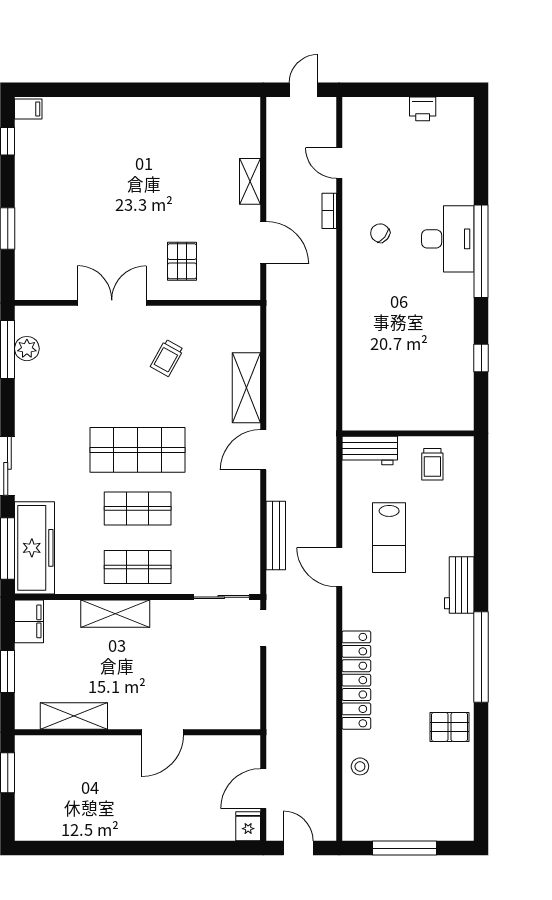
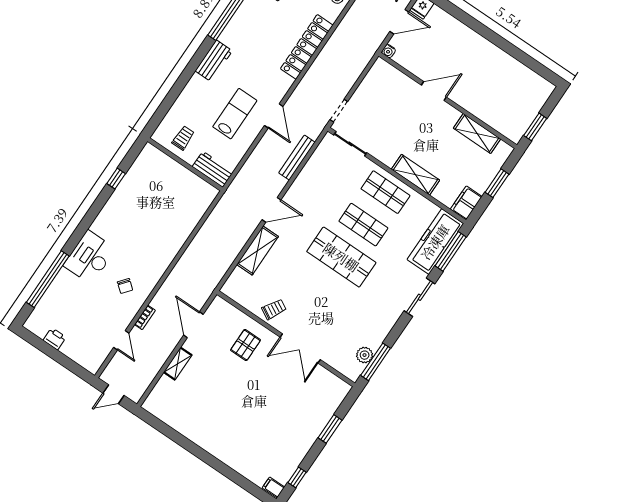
window: (481, 251) -> (48, 279), moved
trolley: (167, 358) -> (274, 309), moved
water cooler: (252, 744) -> (389, 51), added

